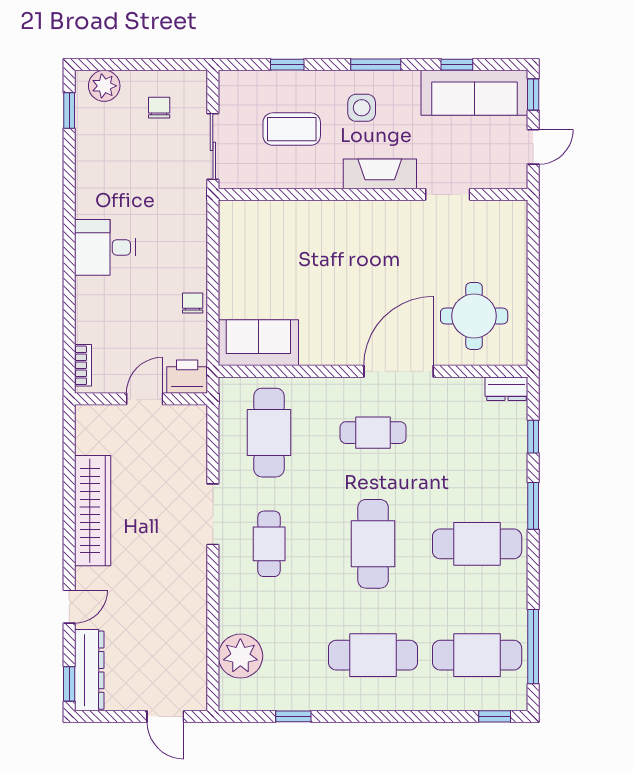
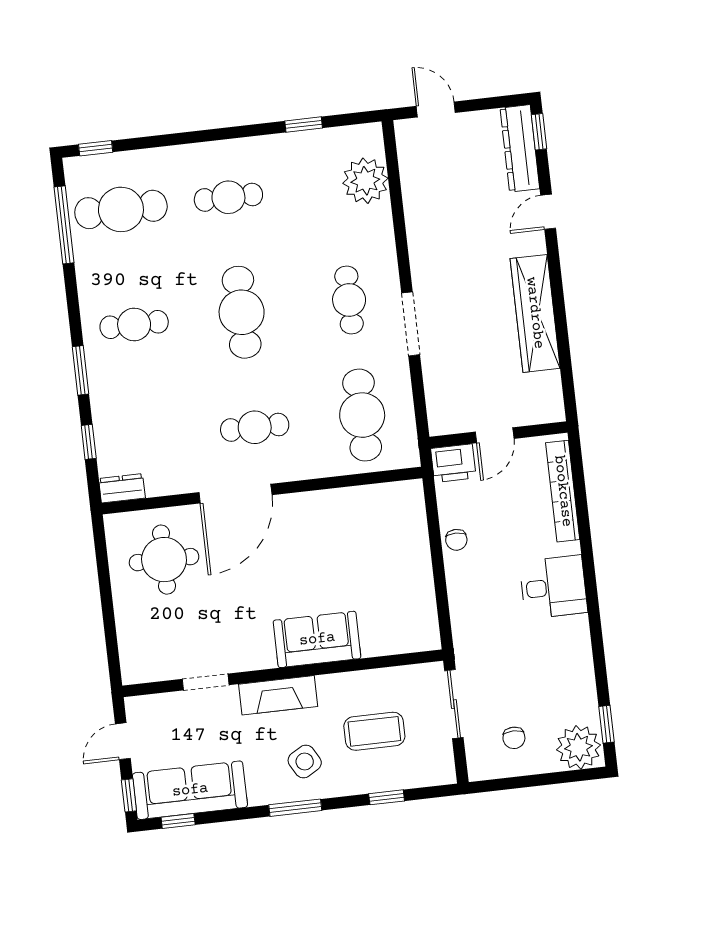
window: (457, 65) -> (178, 821), moved
plant: (104, 86) -> (579, 747), width x1.36, depth x1.36
side table: (362, 108) -> (305, 762), turned -30
sofa: (258, 343) -> (317, 639), moved, turned 180
bookcase: (83, 365) -> (563, 491), width x2.31, depth x1.31
cafe table: (477, 544) -> (134, 324), width x0.73, depth x0.74
cafe table: (373, 655) -> (228, 197), width x0.73, depth x0.74

